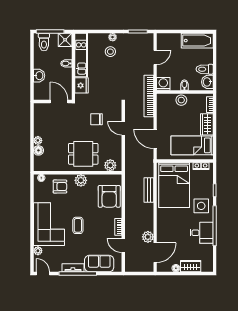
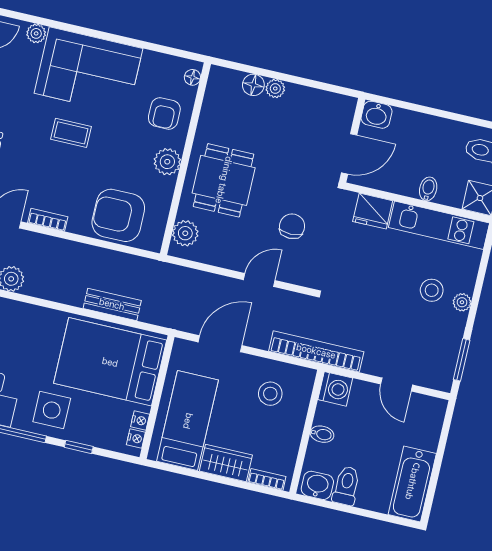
washbasin: (39, 76) -> (377, 115), moved
stool: (181, 100) -> (270, 394), moved

